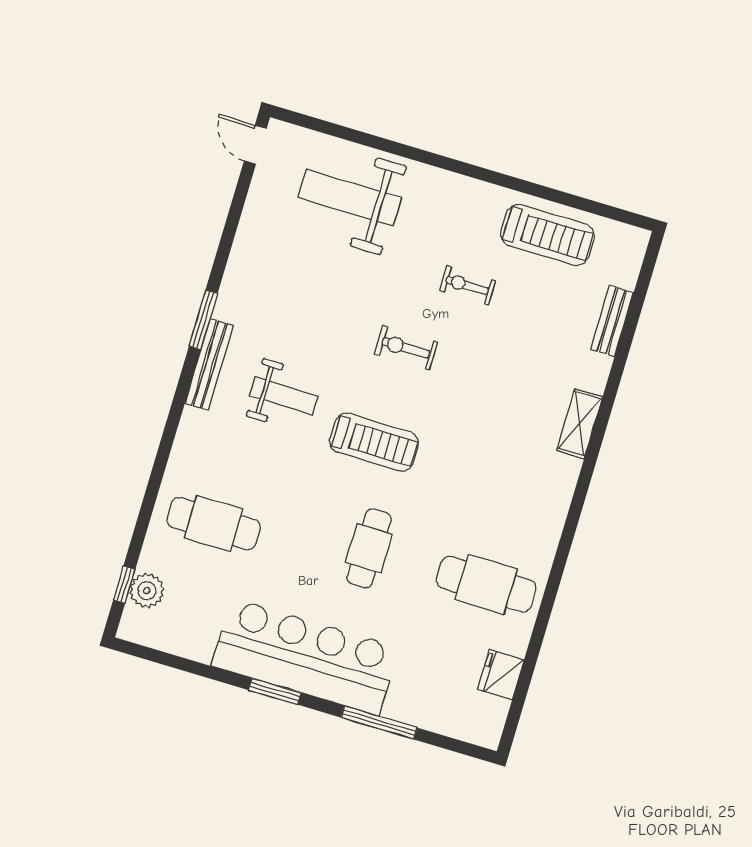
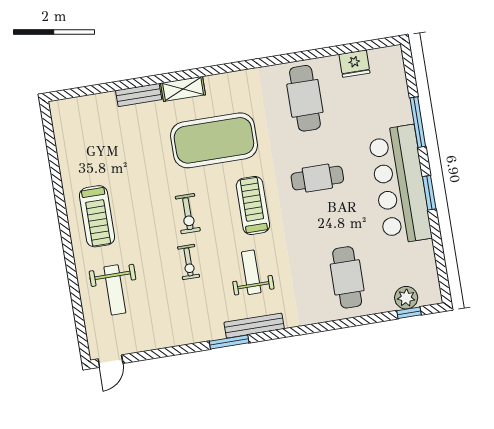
weight bench: (350, 198) -> (115, 290), width x0.73, depth x0.75
treadmill: (548, 235) -> (97, 216), moved, turned 180
exercise bike: (467, 285) -> (189, 262), moved
bench: (612, 321) -> (139, 95), moved
exercise mat: (489, 432) -> (214, 140), added

